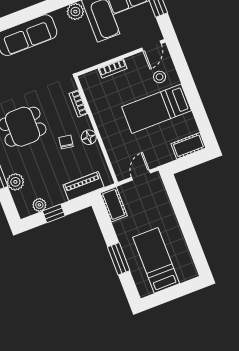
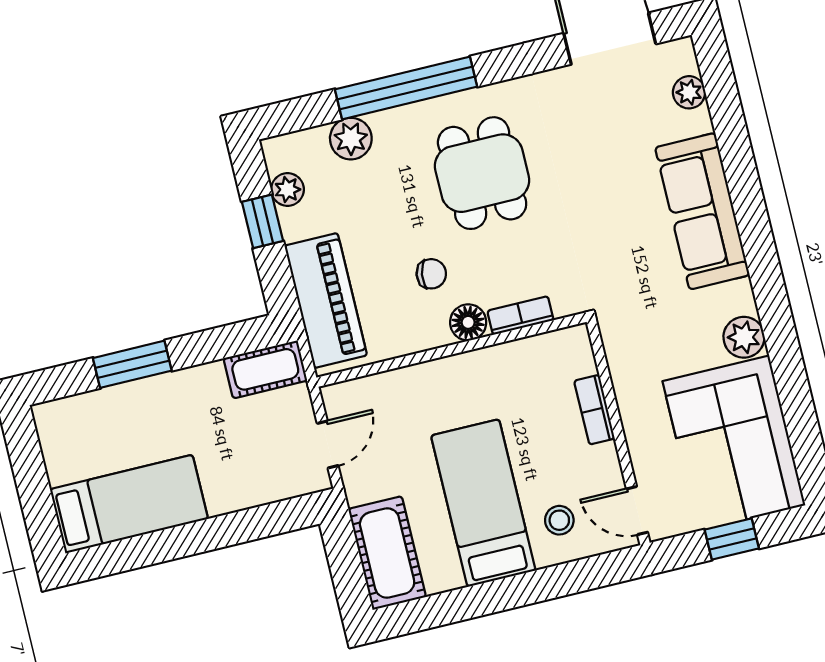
floor lamp: (89, 137) -> (468, 322), moved
cot: (188, 146) -> (387, 553), width x1.37, depth x1.34
door: (141, 175) -> (328, 444), hinge flipped
piano: (84, 186) -> (326, 301), width x1.37, depth x1.33
bed: (156, 260) -> (129, 504), moved

